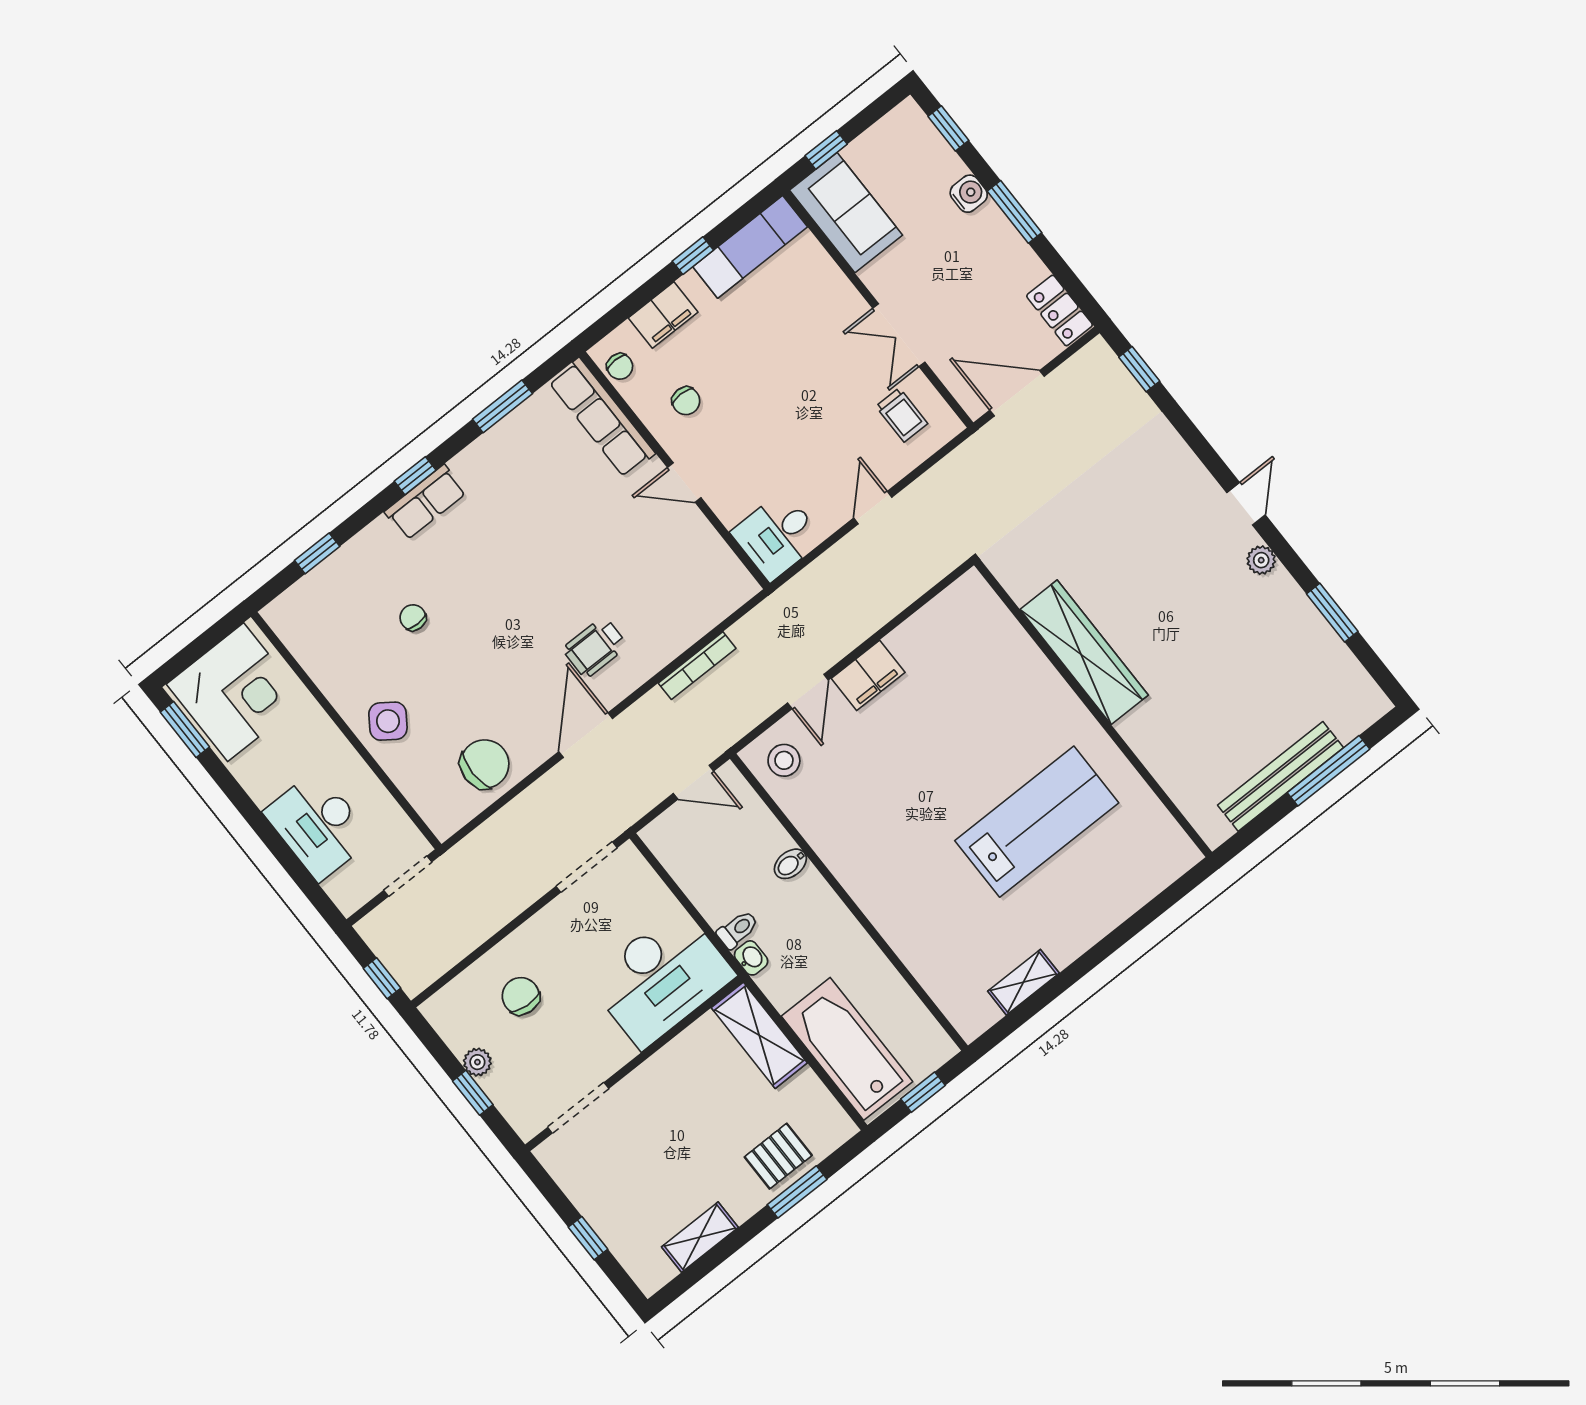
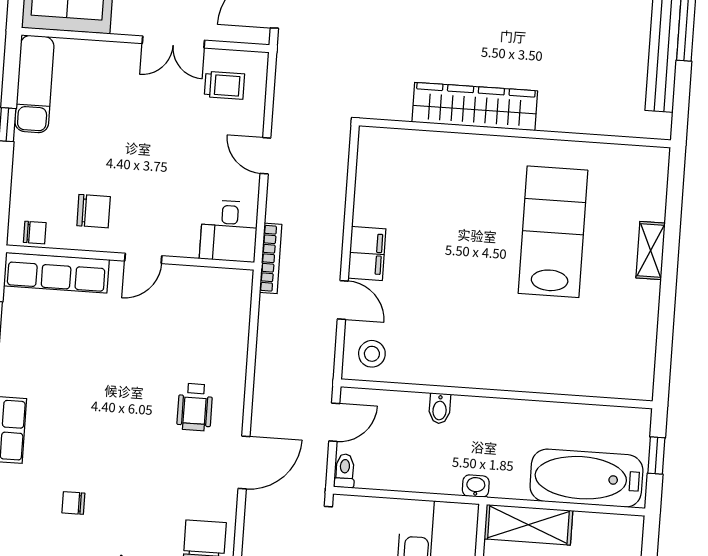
filing cabinet: (663, 315) -> (27, 177), removed
chair: (686, 401) -> (94, 211), width x1.37, depth x1.37
bookcase: (697, 666) -> (271, 258), moved
door: (586, 735) -> (244, 462), swing flipped
toilet: (738, 929) -> (345, 471), moved
shelving: (1023, 982) -> (651, 251), moved

